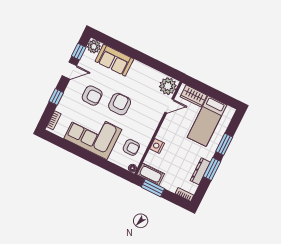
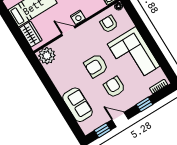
plant: (94, 46) -> (87, 127), removed
door: (169, 106) -> (68, 31), moved
nightstand: (157, 146) -> (78, 17), moved

